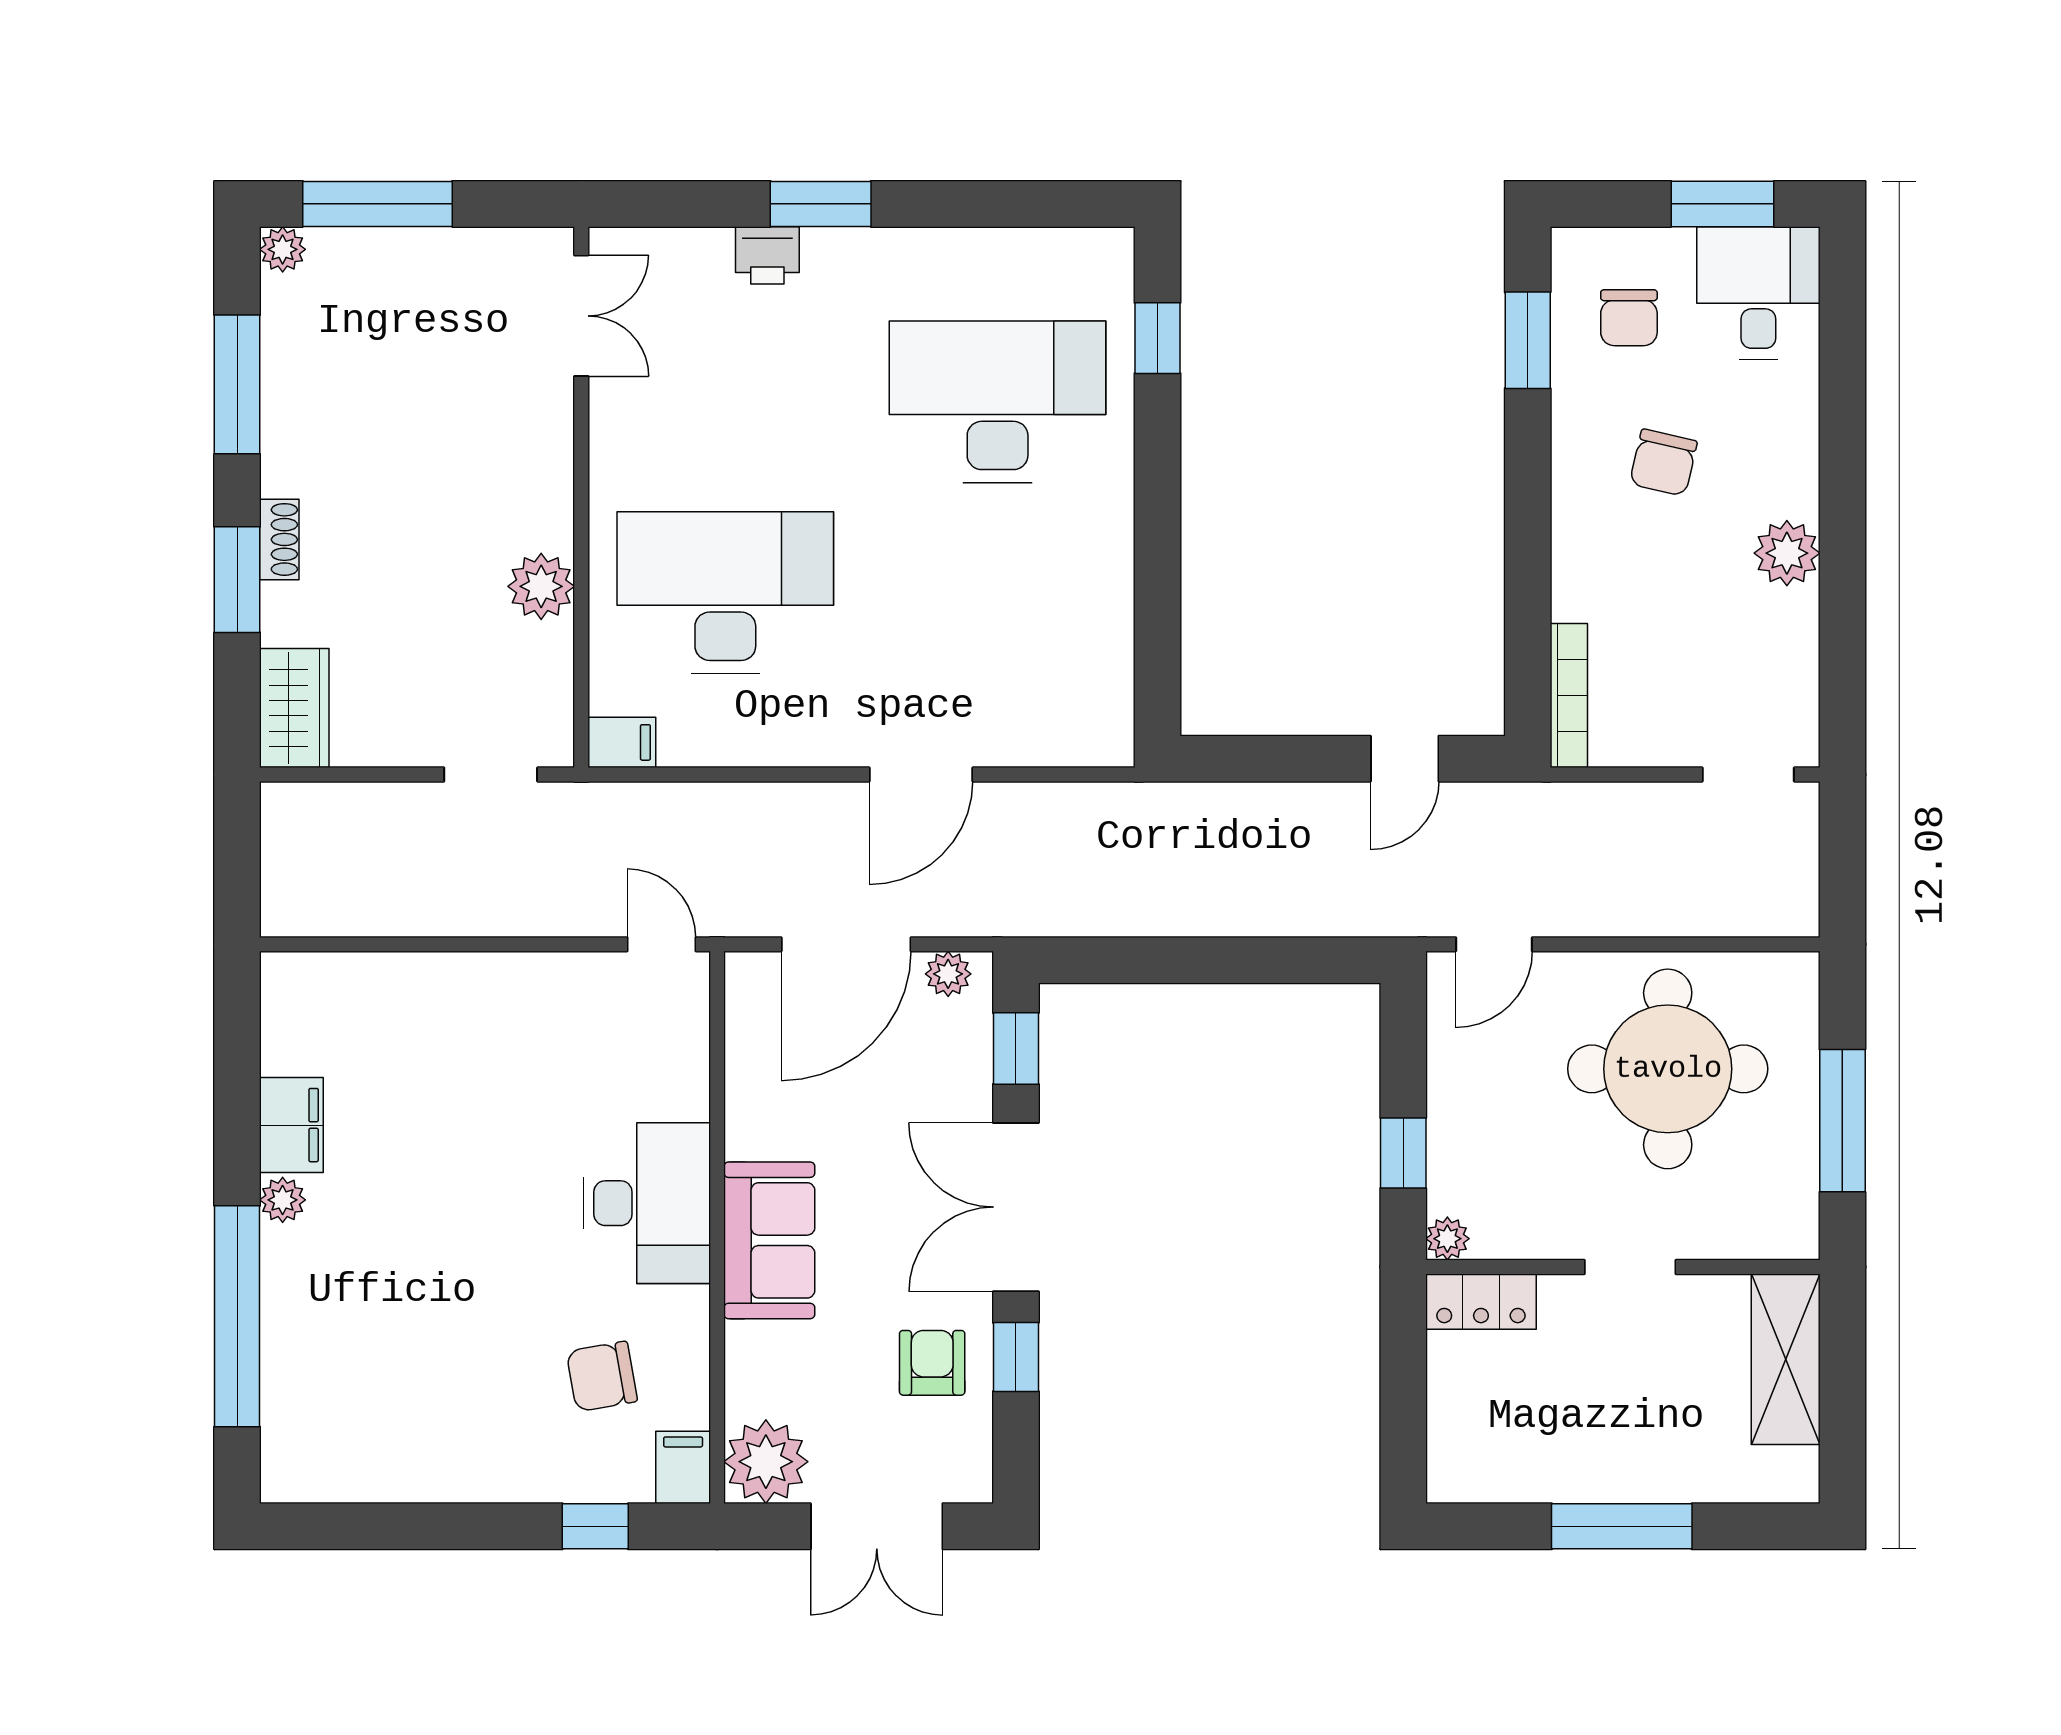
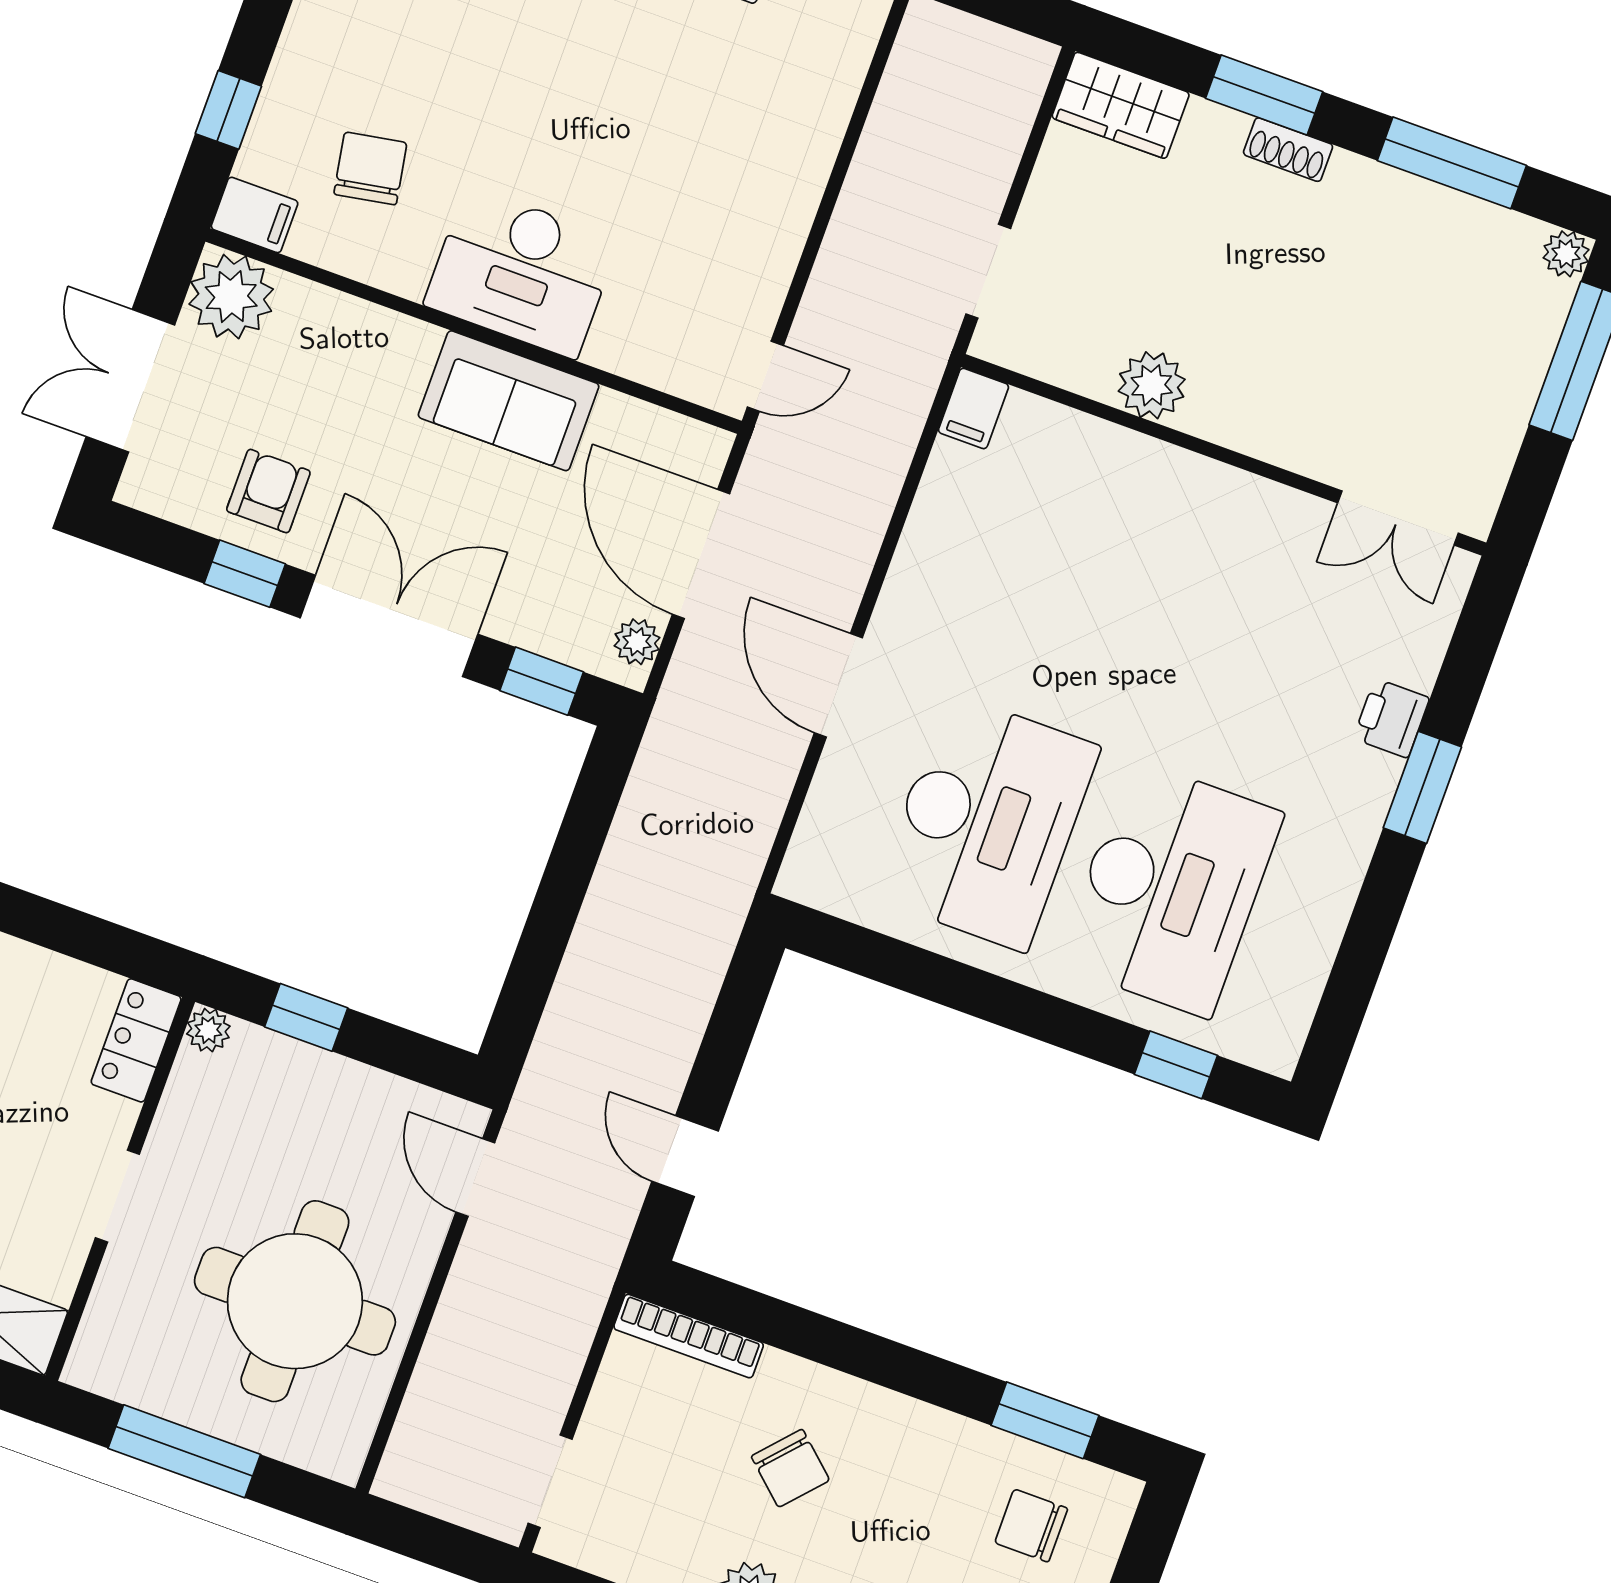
chair: (1663, 463) -> (790, 1468), moved, turned -151
desk: (725, 593) -> (987, 822), moved
sofa: (769, 1240) -> (509, 401), moved
armchair: (932, 1363) -> (268, 491), turned -90

